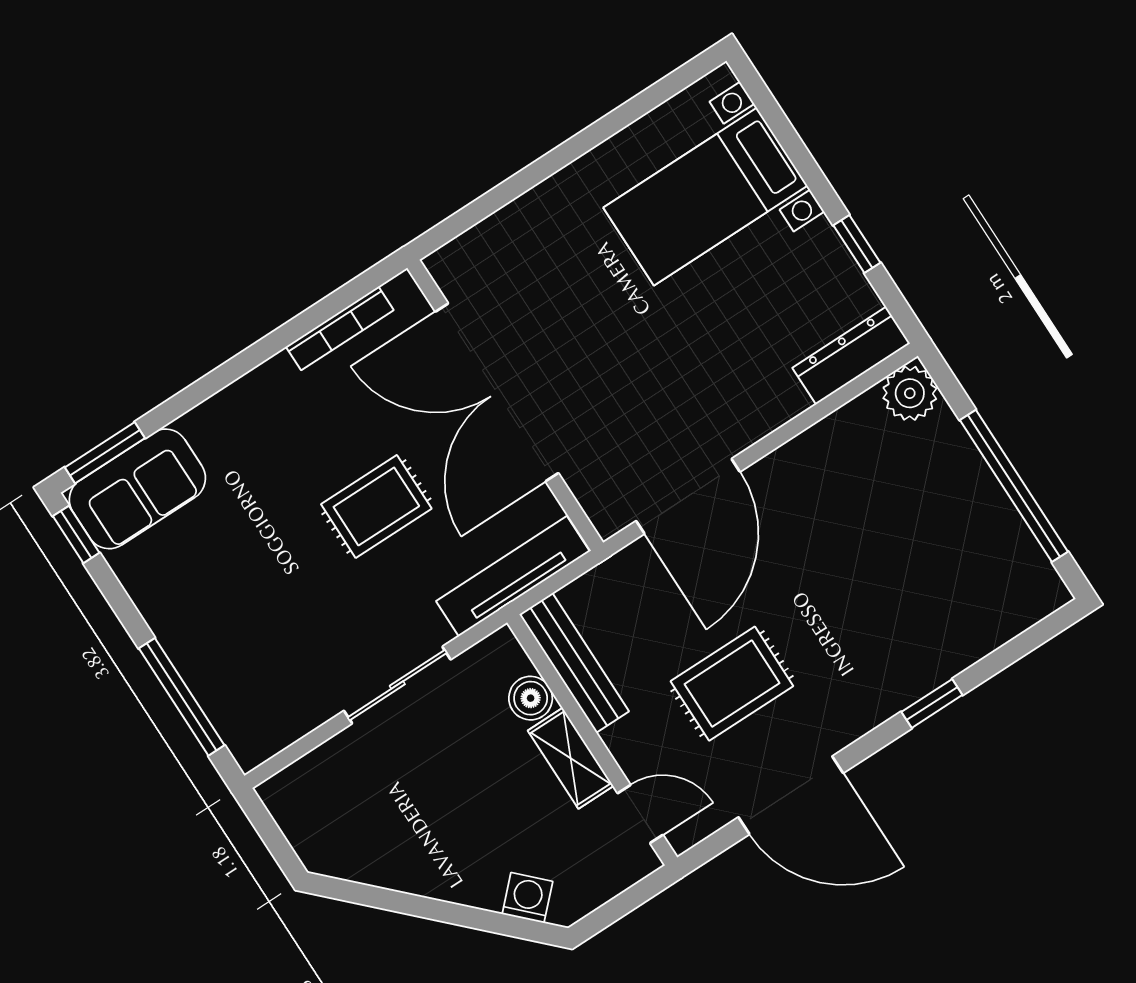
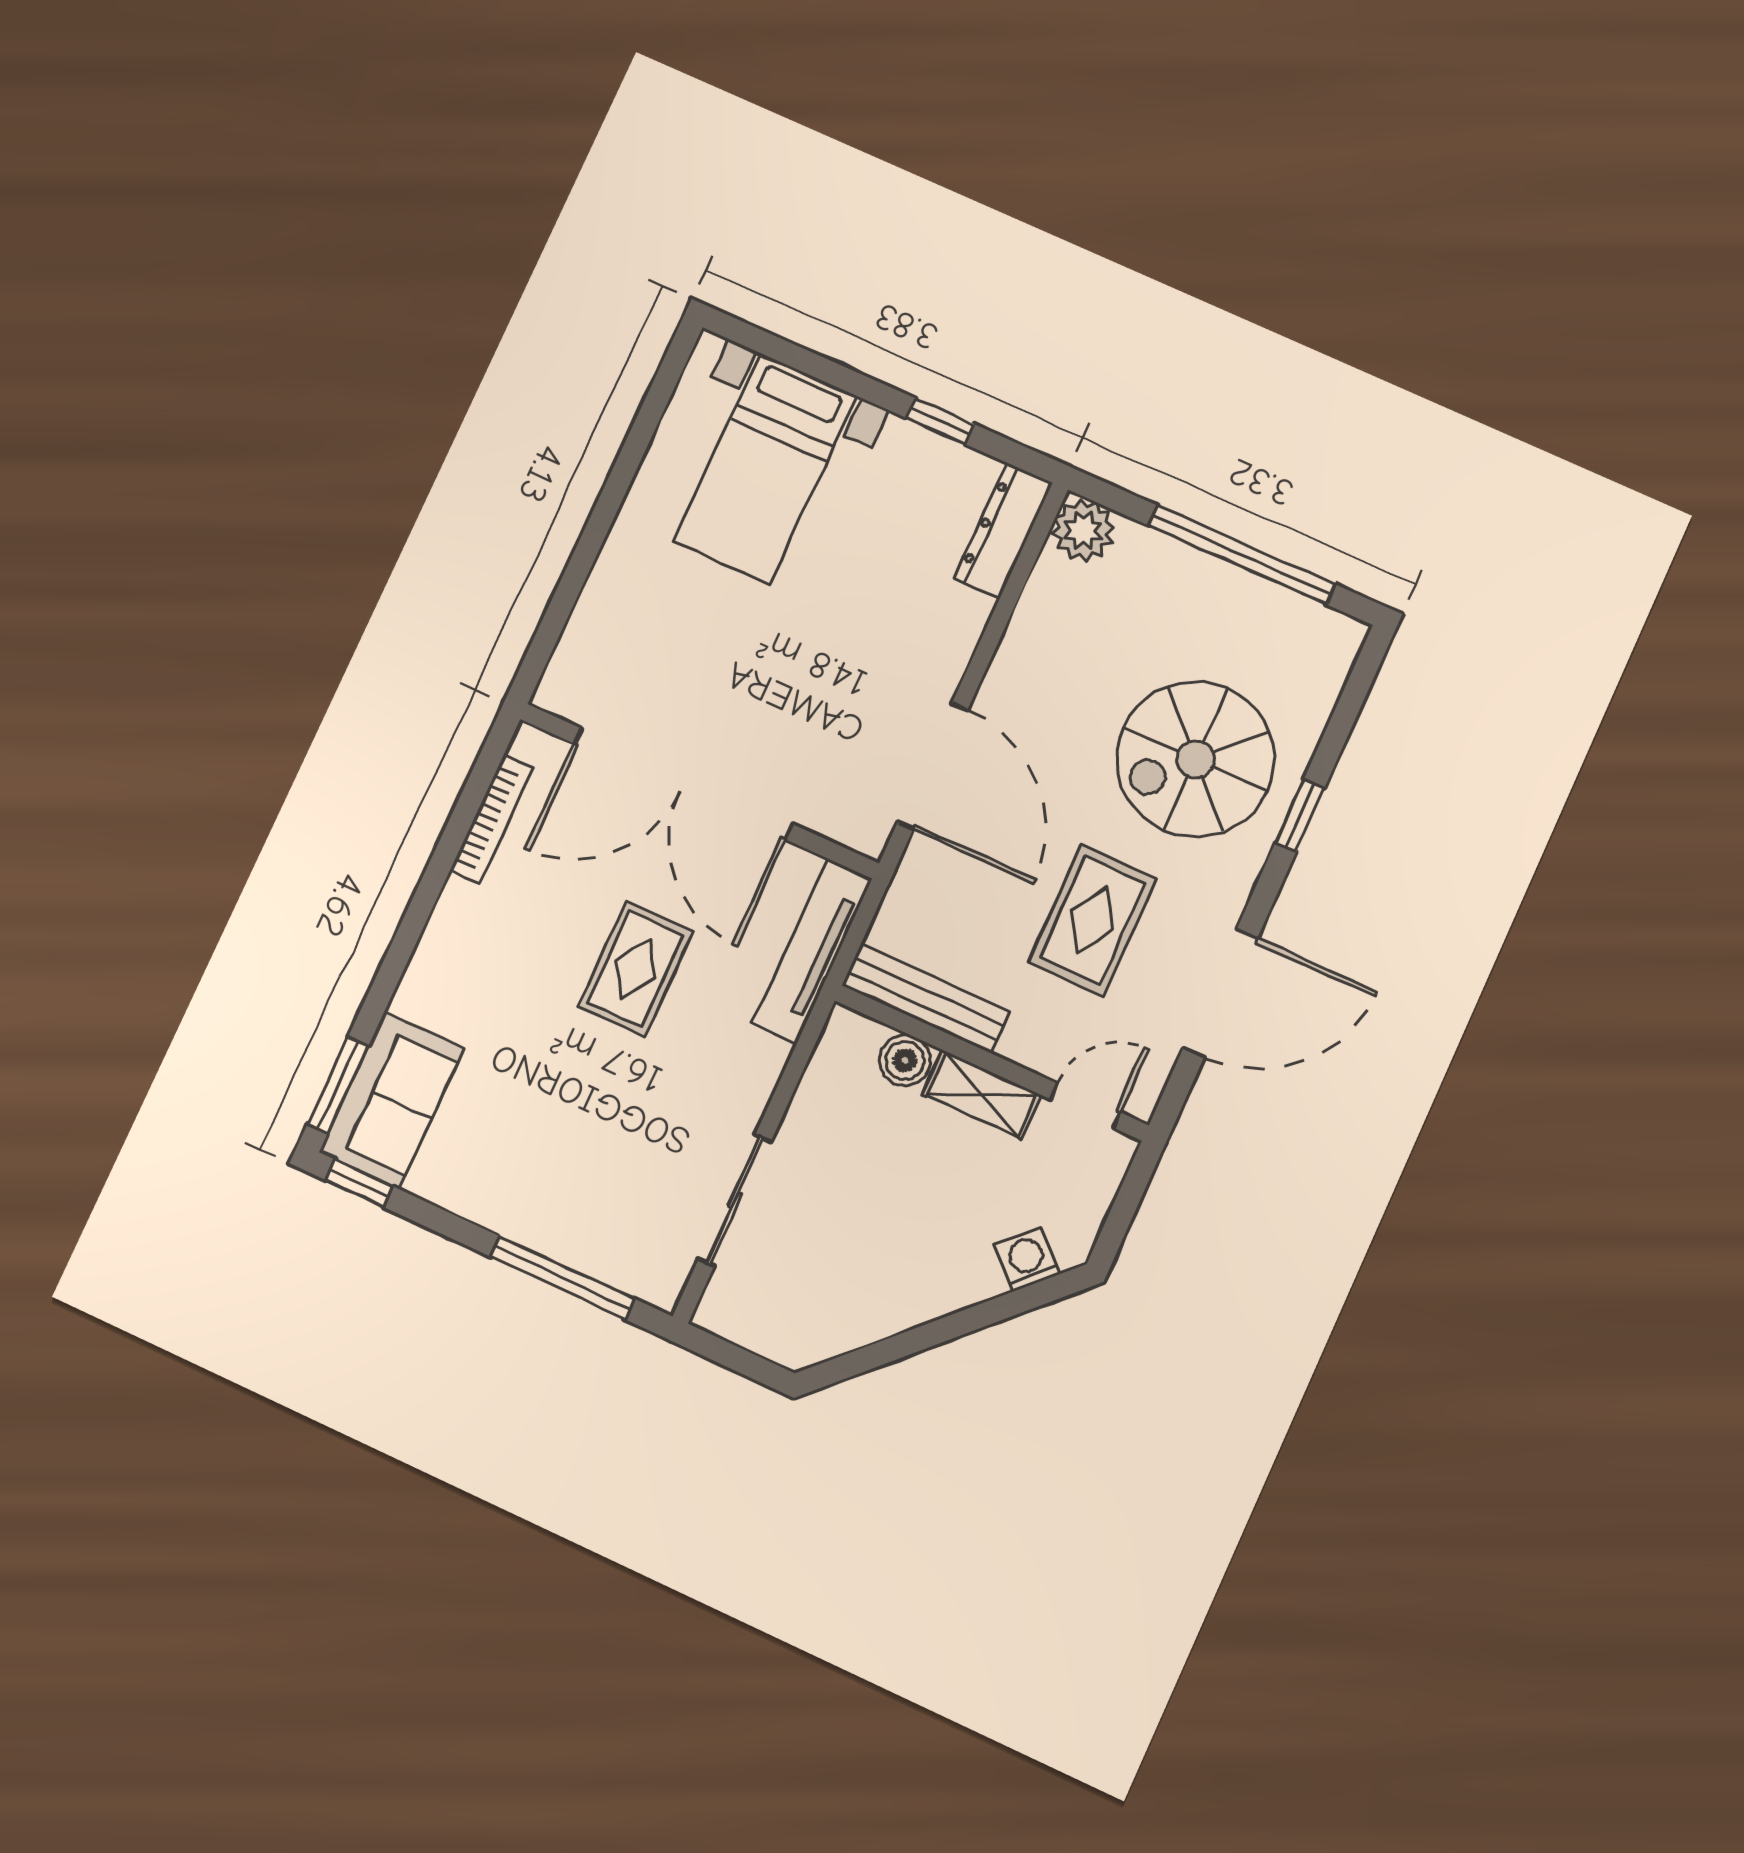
spiral stairs: (883, 614) -> (1195, 759), added
sliding door: (397, 685) -> (735, 1200), moved

